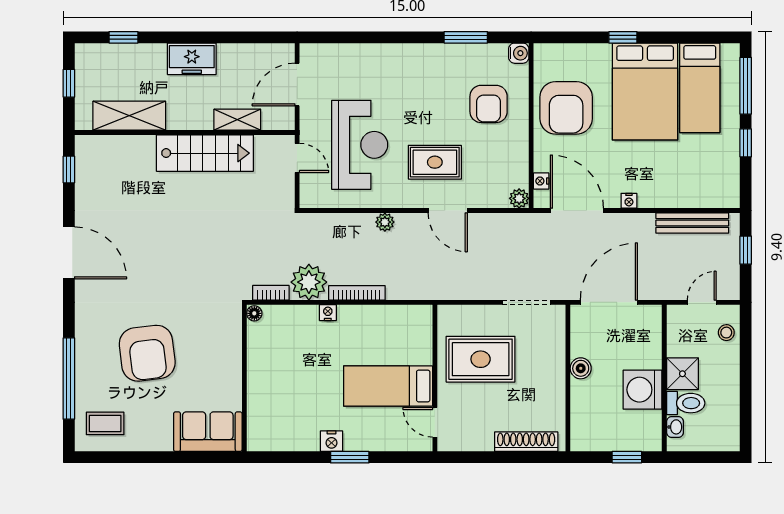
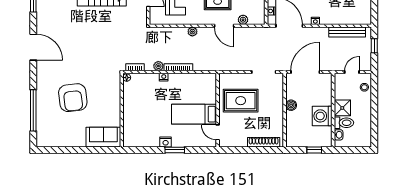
plant: (519, 198) -> (243, 20), moved
plant: (309, 282) -> (158, 66), width x0.53, depth x0.53
coffee table: (105, 423) -> (52, 133), removed

